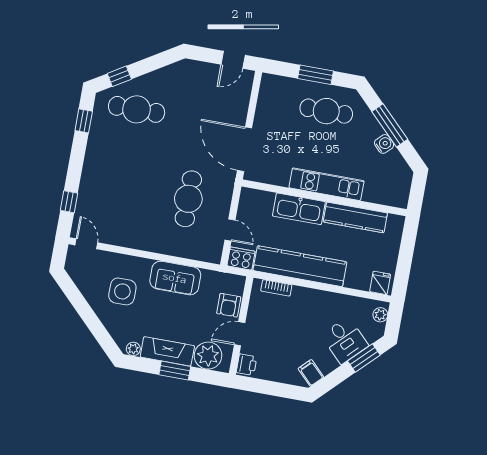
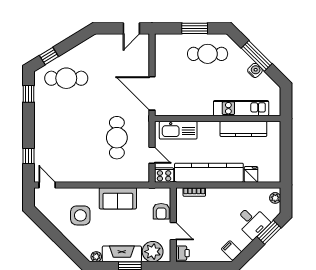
kitchen unit: (326, 184) -> (241, 108), moved
kitchen sink: (299, 209) -> (178, 130), moved
fridge: (380, 283) -> (251, 174), moved
door: (240, 334) -> (173, 231), swing flipped

